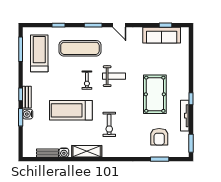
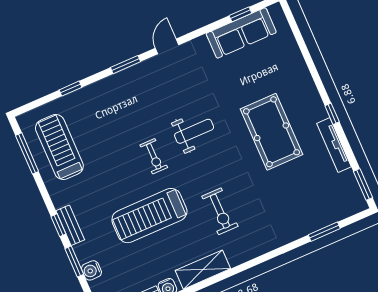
door: (119, 25) -> (167, 46), swing flipped
exercise mat: (80, 48) -> (121, 111), removed
water cooler: (28, 114) -> (91, 270), moved
armchair: (159, 137) -> (308, 196), removed

